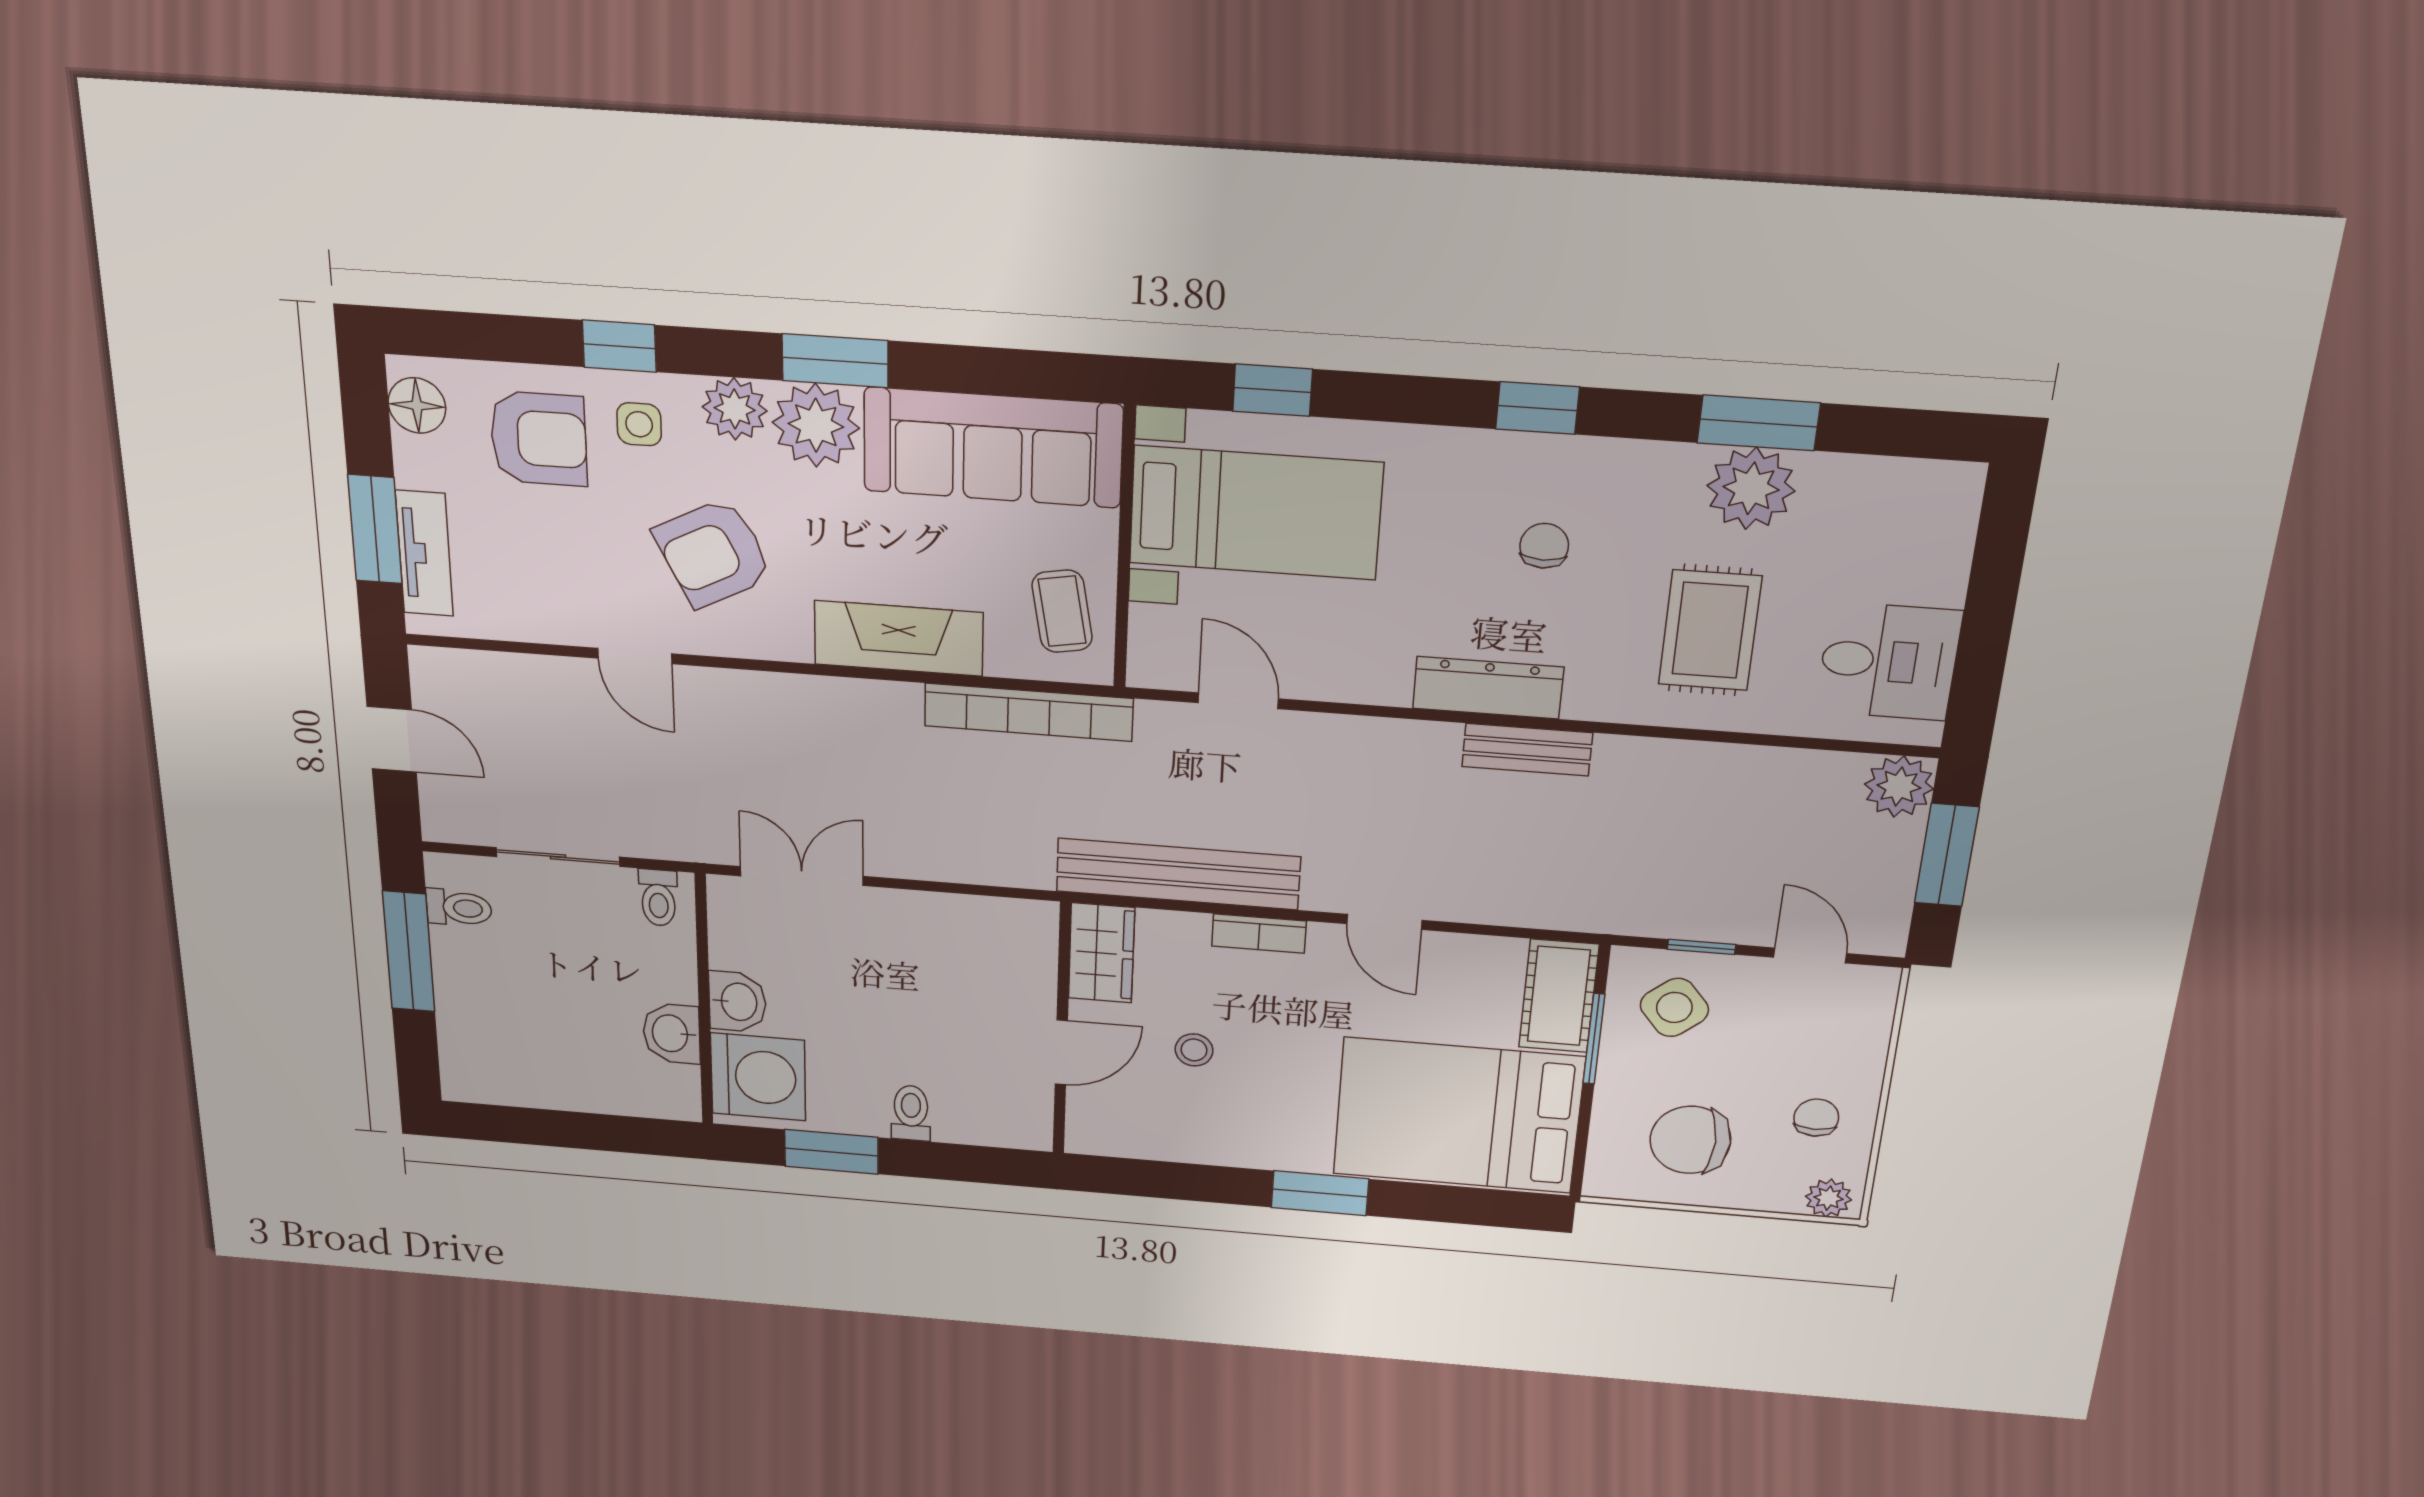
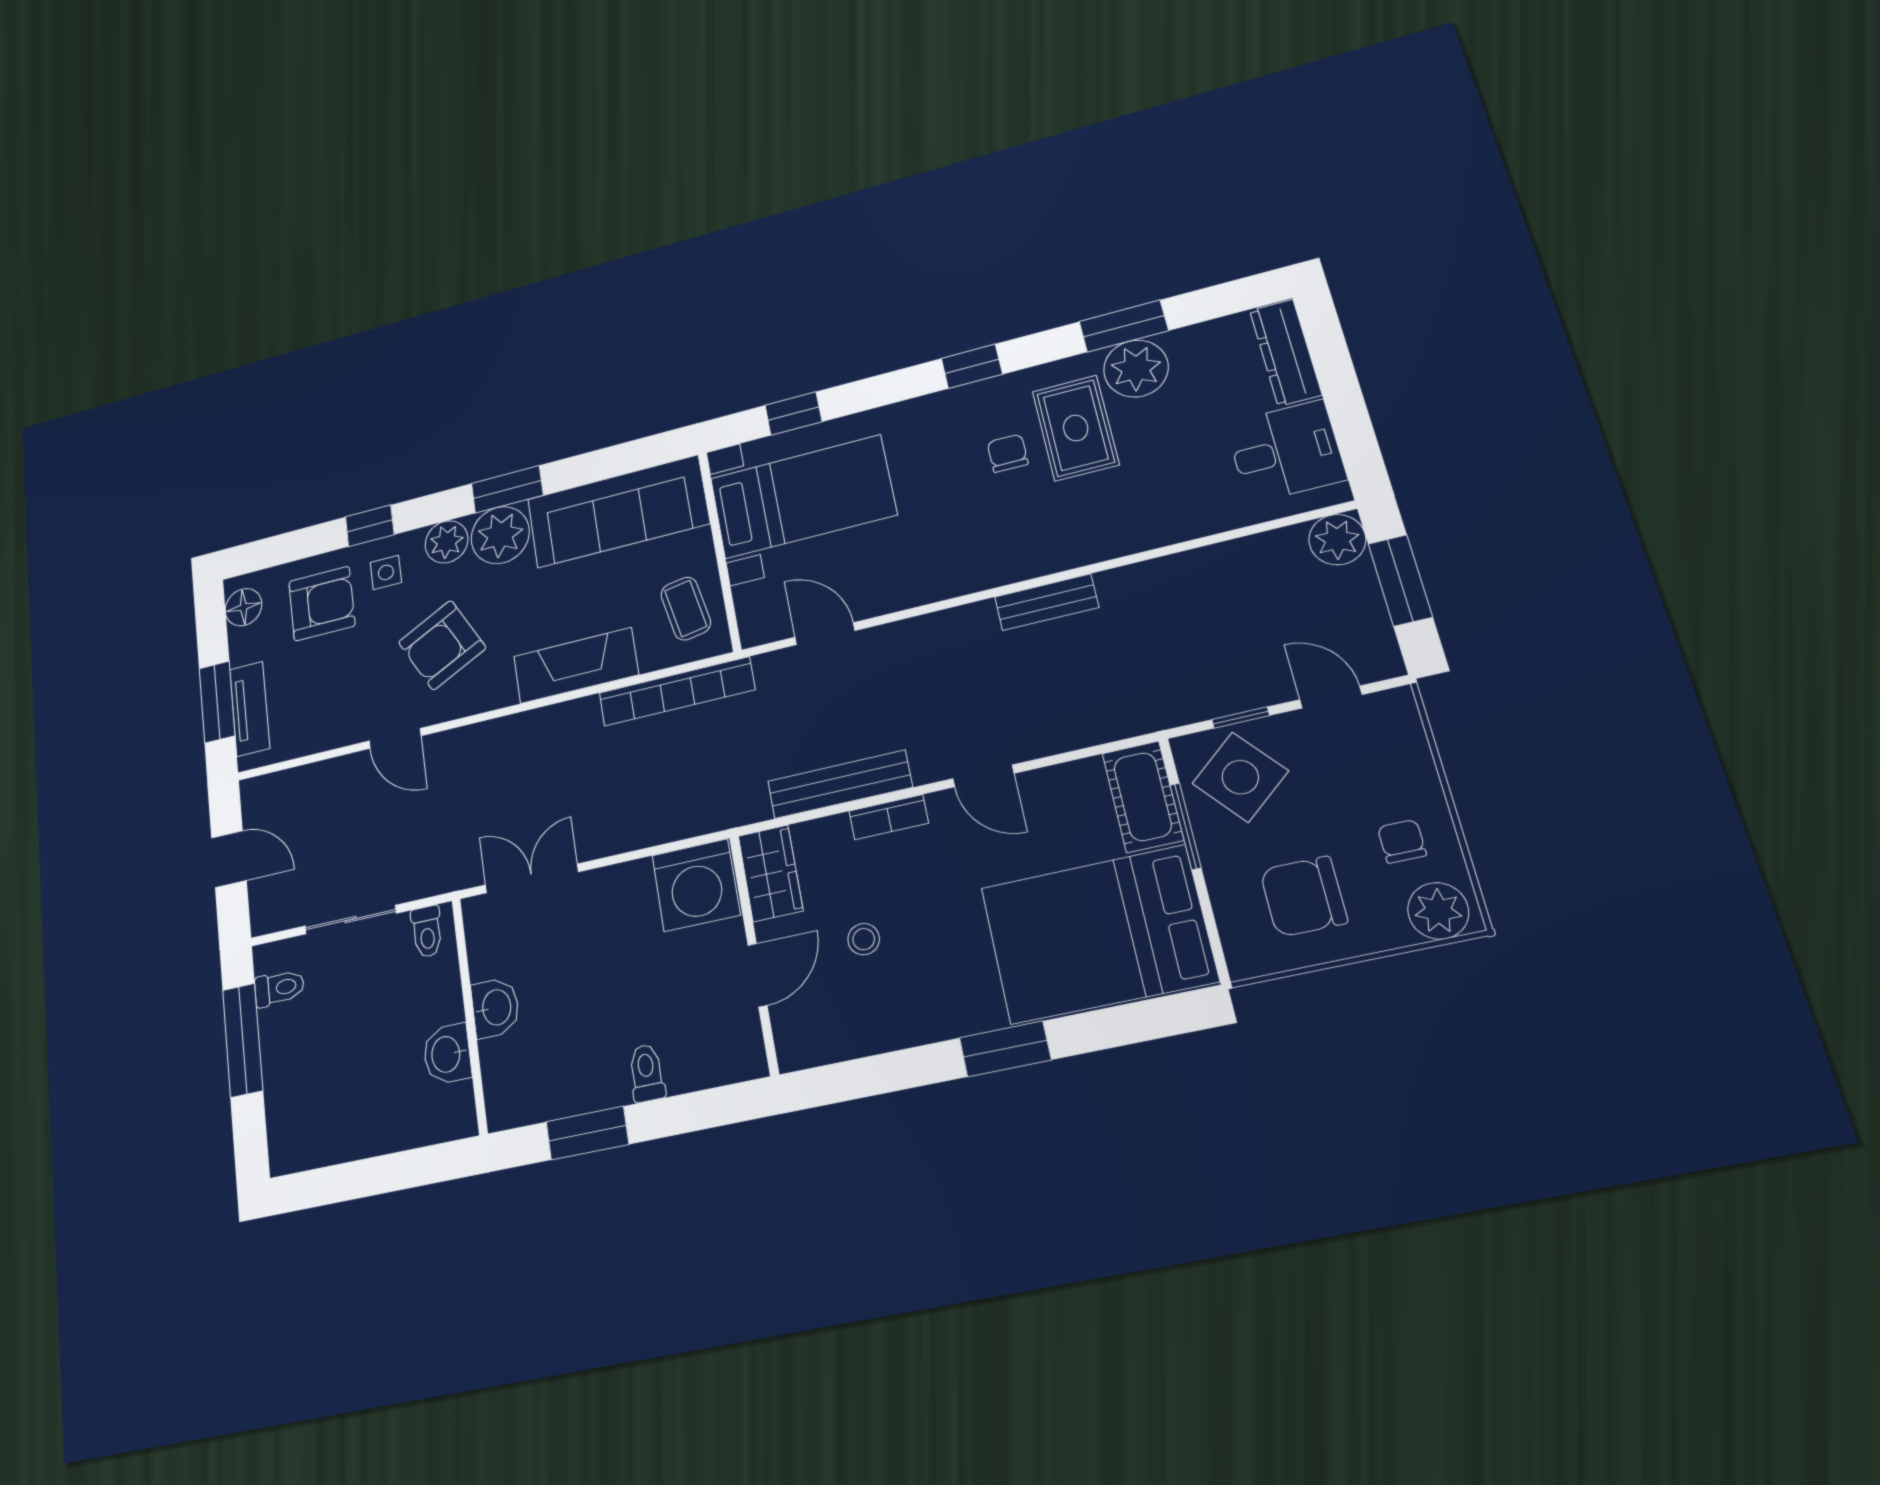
rug: (1710, 630) -> (1076, 428), moved
dresser: (1488, 688) -> (1286, 352), moved, turned -90
bench: (1178, 874) -> (840, 784), width x0.73, depth x0.82
side table: (1674, 1007) -> (1240, 777), width x1.37, depth x1.37
washing machine: (758, 1077) -> (696, 885), moved, turned 90
plant: (1829, 1198) -> (1438, 911), width x1.38, depth x1.38

